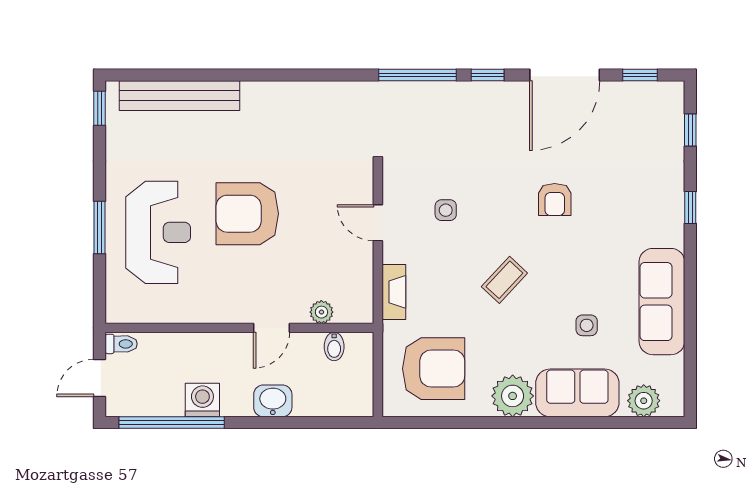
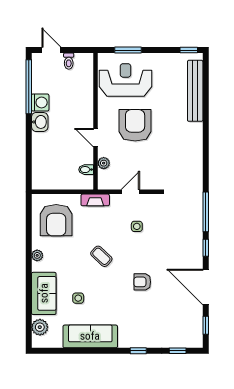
reception desk: (158, 232) -> (125, 80), turned 180
plant: (321, 312) -> (104, 163), moved
wall: (239, 328) -> (96, 121), moved
door: (271, 328) -> (96, 138), moved
bidet: (334, 347) -> (86, 170), moved
plant: (513, 396) -> (37, 255), width x0.53, depth x0.53
washbasin: (273, 401) -> (40, 122), moved

